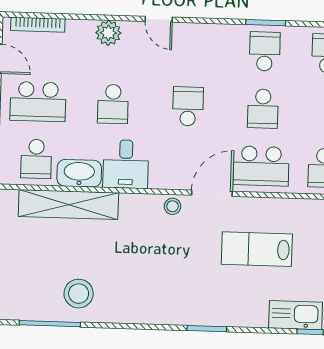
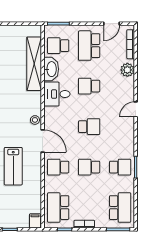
plant: (108, 33) -> (127, 70), moved
school desk: (261, 166) -> (58, 167), width x0.54
lab bench: (257, 249) -> (13, 166), turned 180

